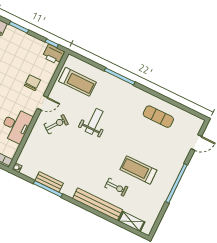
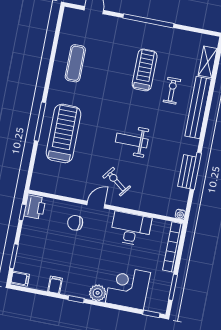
treadmill: (77, 82) -> (64, 133), moved, width x1.37, depth x1.38
door: (42, 103) -> (96, 205), hinge flipped
weight bench: (94, 121) -> (132, 141), moved
treadmill: (138, 170) -> (145, 70), turned 180

